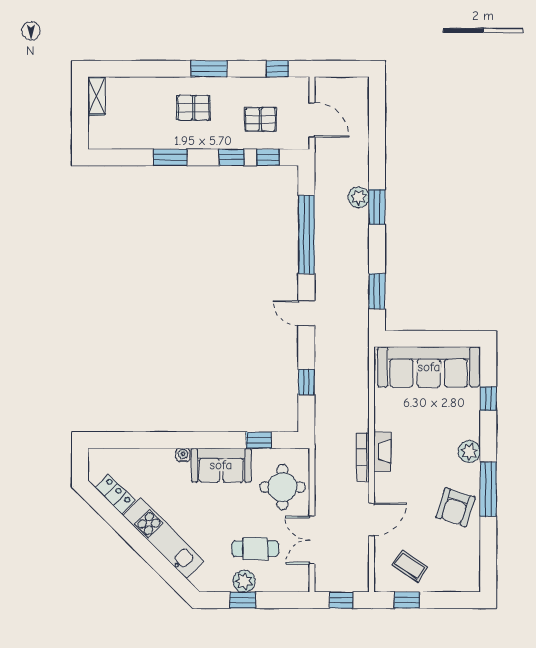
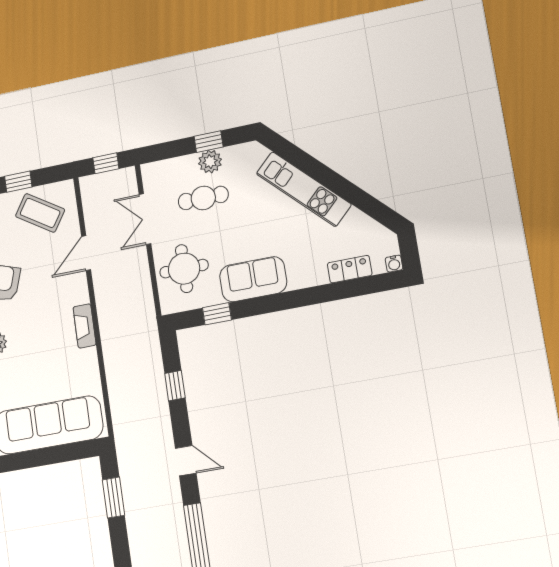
water cooler: (183, 455) -> (394, 264), moved
bookcase: (363, 457) -> (104, 316), removed
locker: (115, 494) -> (350, 269), moved, turned 135
double door: (312, 540) -> (145, 219), swing flipped
coffee table: (410, 566) -> (40, 213), width x1.36, depth x1.30
window: (407, 600) -> (18, 182), moved

